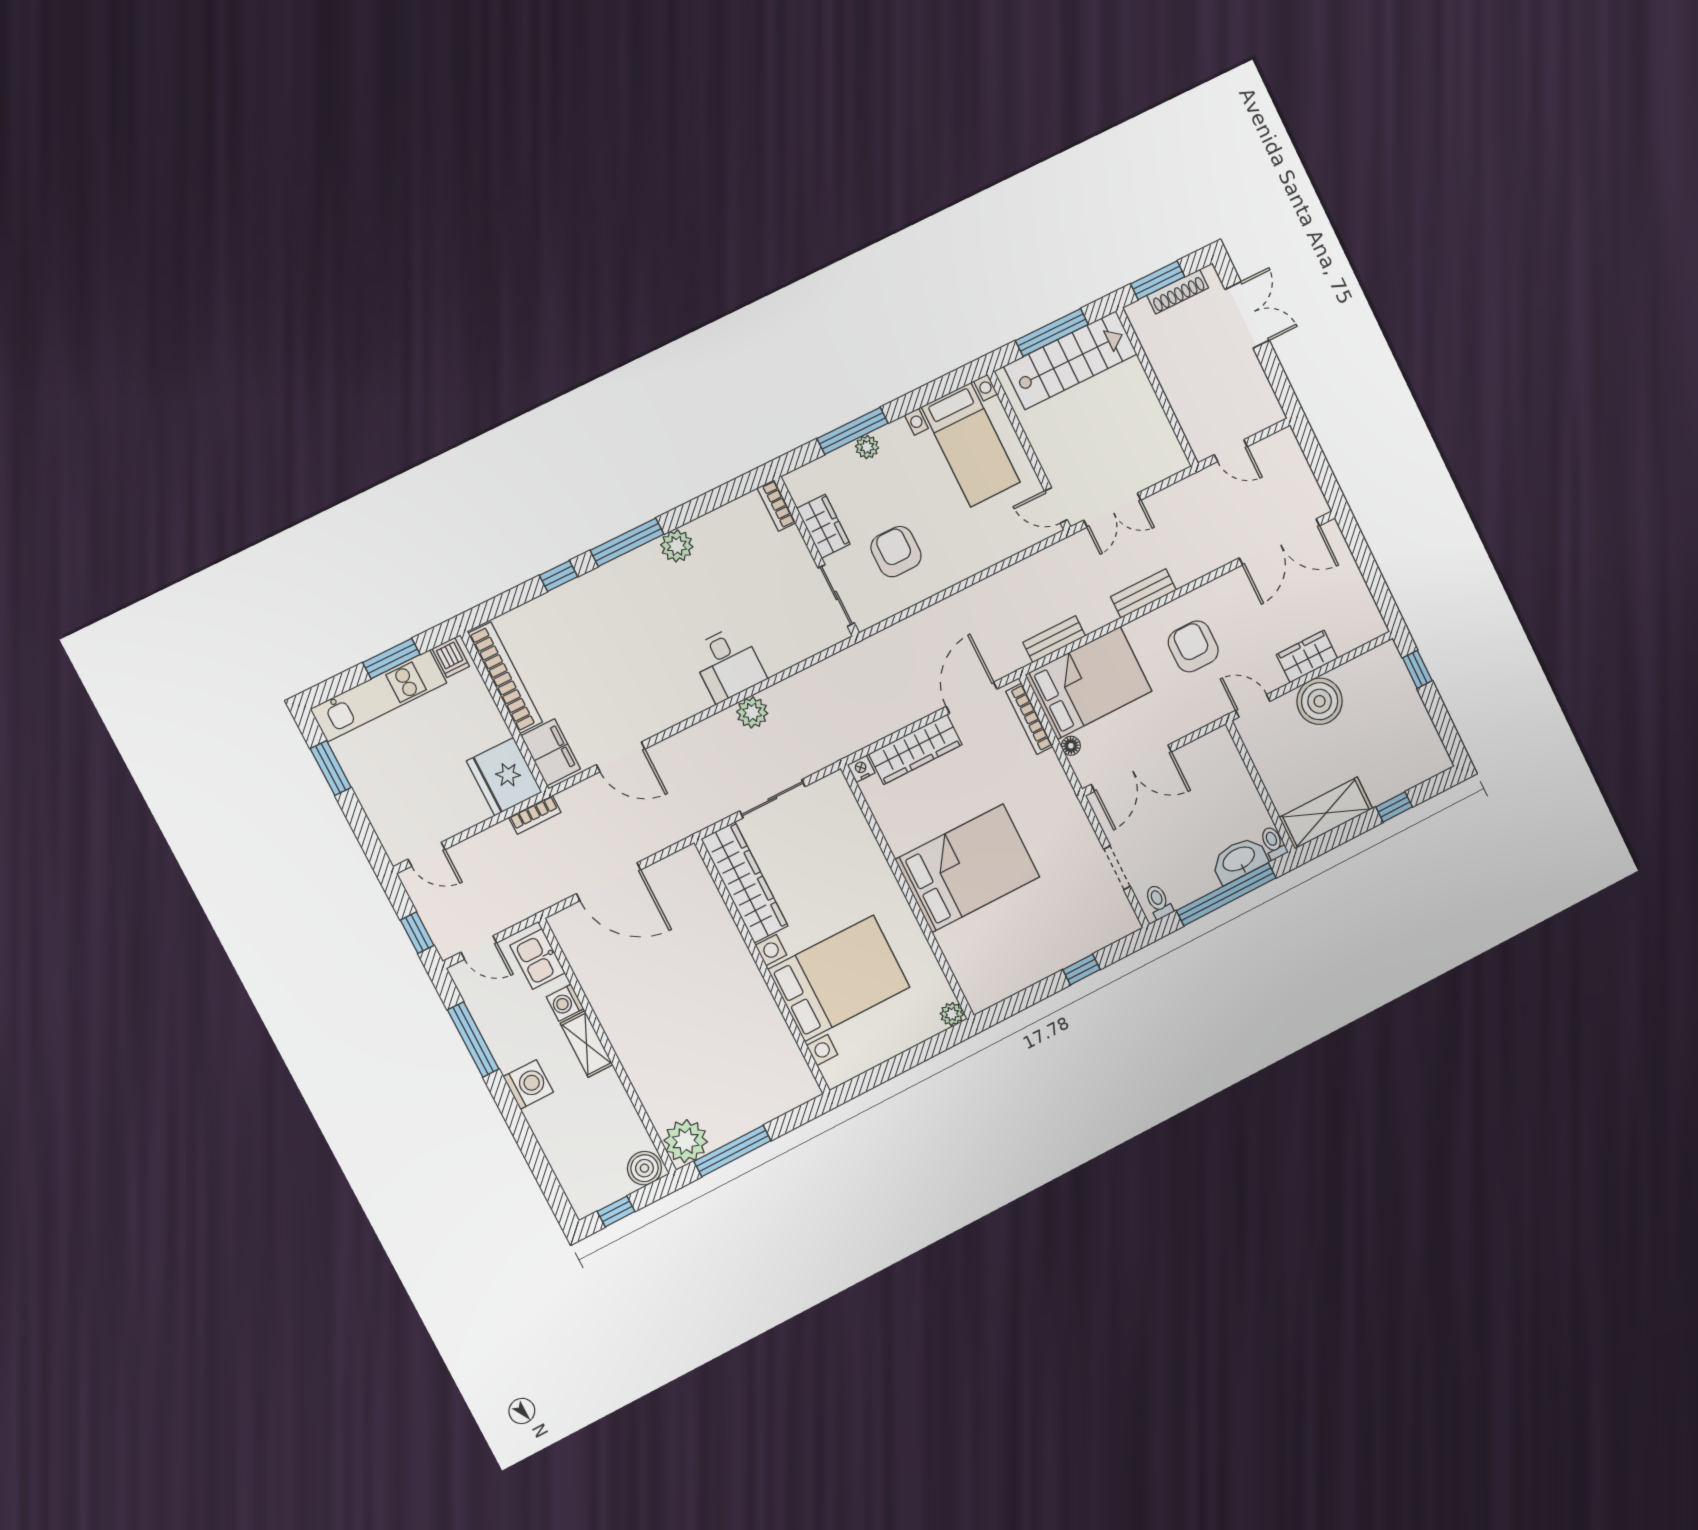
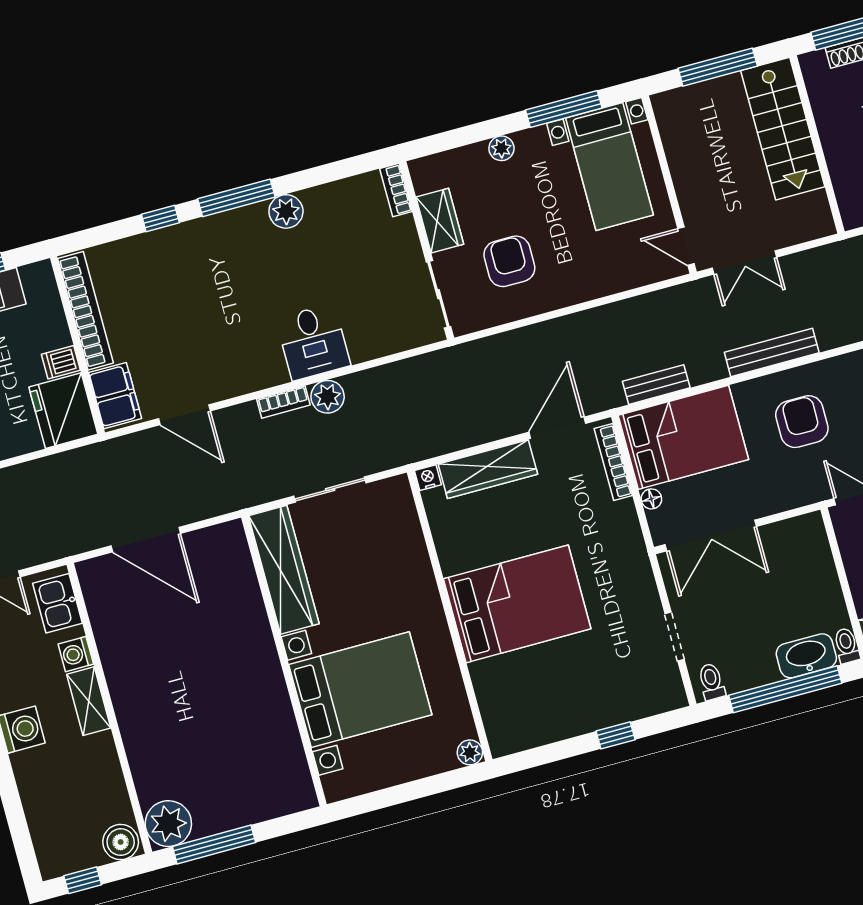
stairs: (1070, 360) -> (783, 129), moved, turned 90
window: (853, 431) -> (564, 109), moved
bench: (1143, 593) -> (772, 352), width x1.36
dishwasher: (451, 658) -> (61, 362), moved, turned 90
bookcase: (535, 815) -> (283, 402), moved

